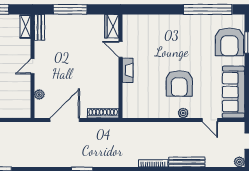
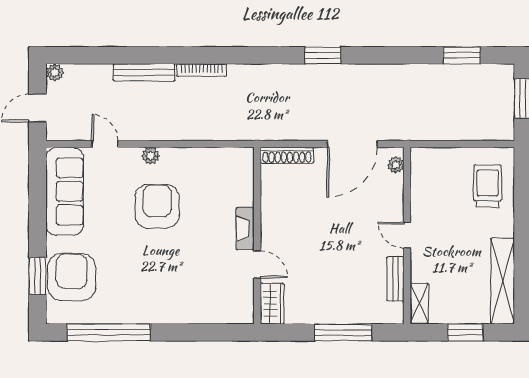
bench: (39, 27) -> (395, 279), moved
door: (33, 66) -> (407, 235), swing flipped
plant: (39, 95) -> (396, 165), moved

